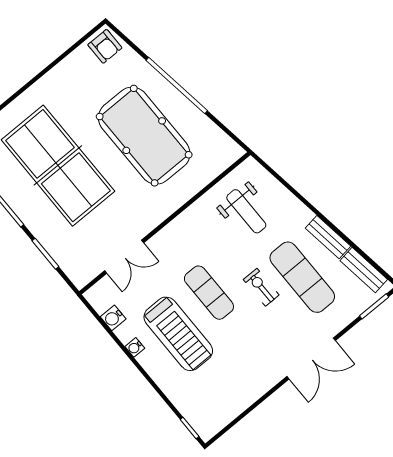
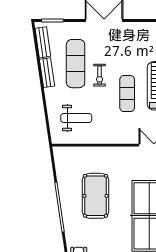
pool table: (144, 136) -> (95, 196), width x0.73, depth x0.76
weight bench: (246, 211) -> (76, 118), turned 90

